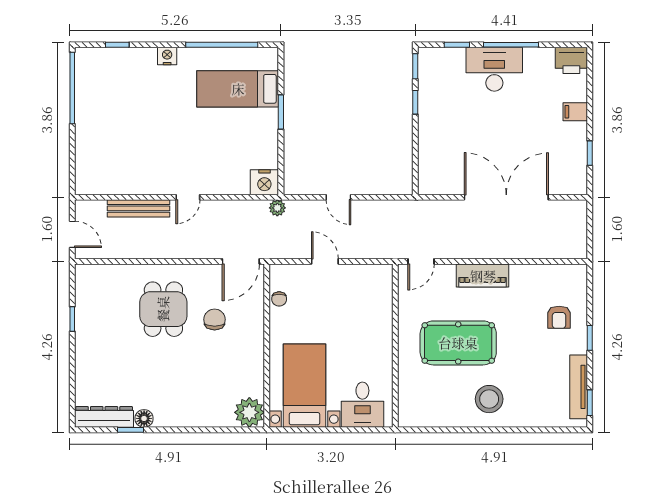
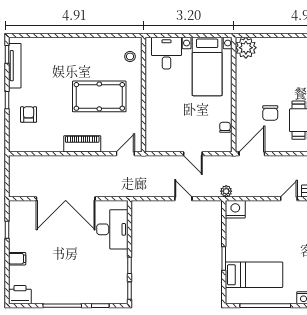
desk: (494, 69) -> (112, 229), moved, turned -90
stool: (489, 399) -> (130, 56), moved, width x0.53, depth x0.53

